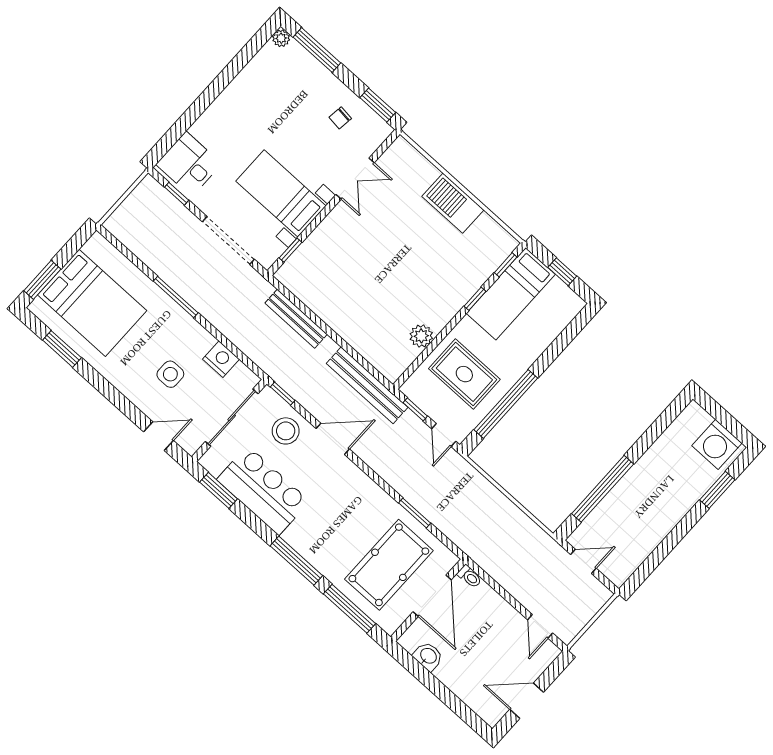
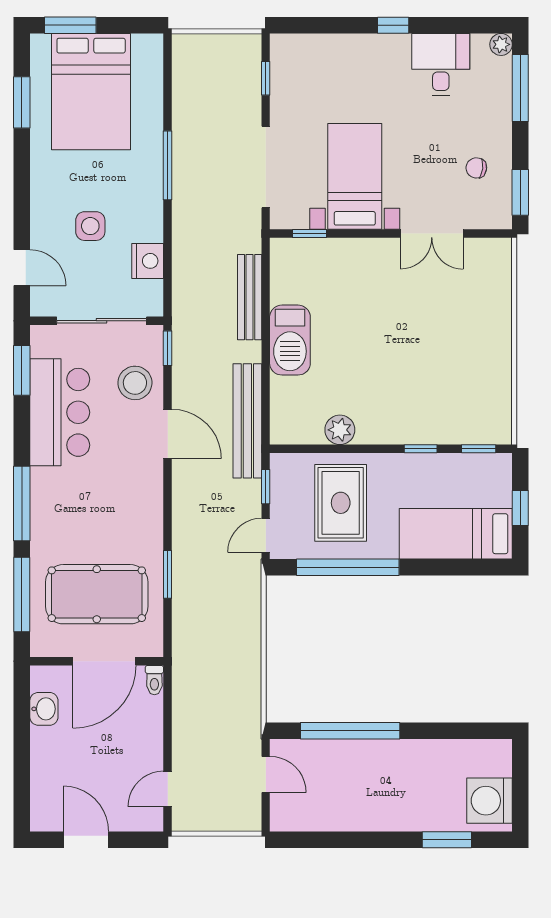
window: (213, 91) -> (393, 25), added
desk: (189, 164) -> (441, 64), moved
barbecue: (453, 203) -> (290, 340), moved, turned 180
bed: (511, 294) -> (456, 534), moved

